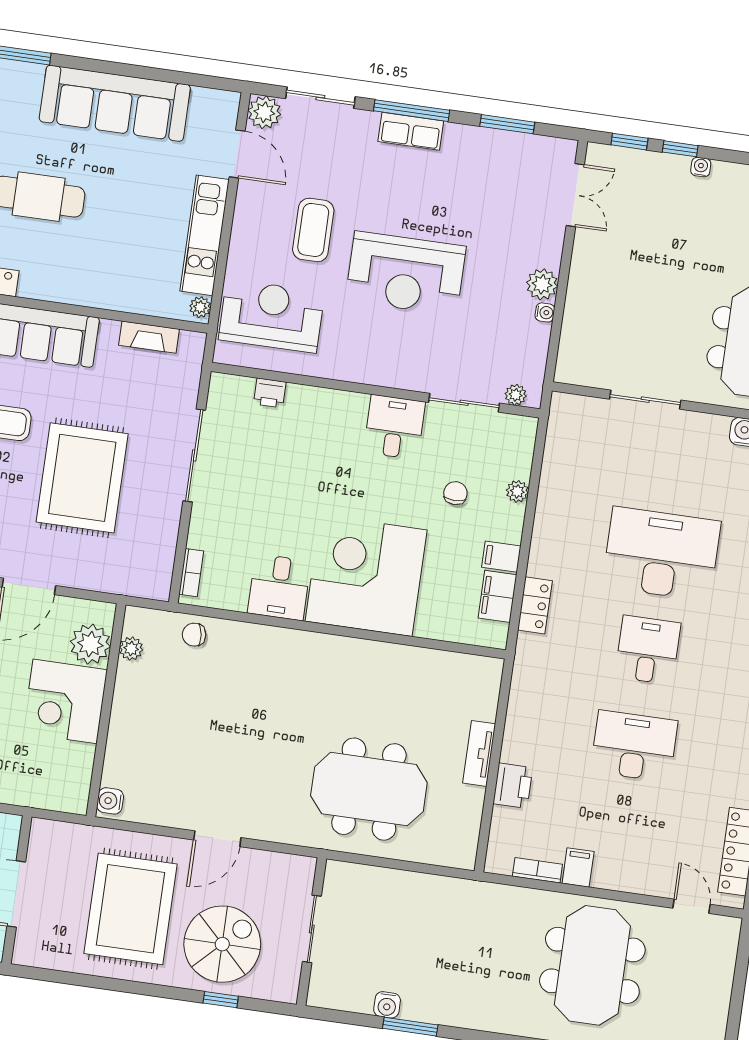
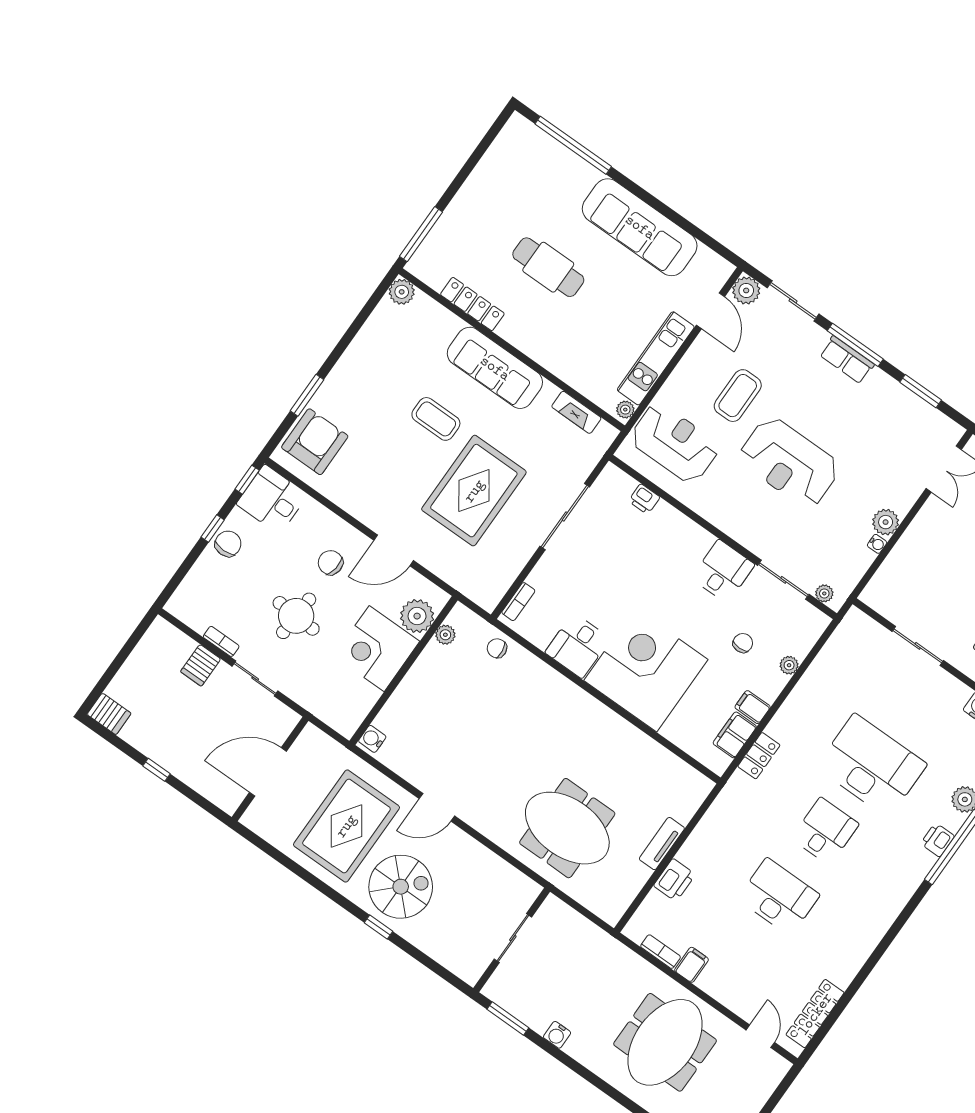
sliding door: (312, 929) -> (513, 938), moved
wall: (311, 932) -> (512, 940), moved
water cooler: (387, 1005) -> (557, 1035), moved

